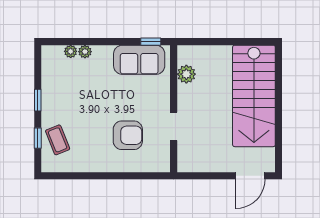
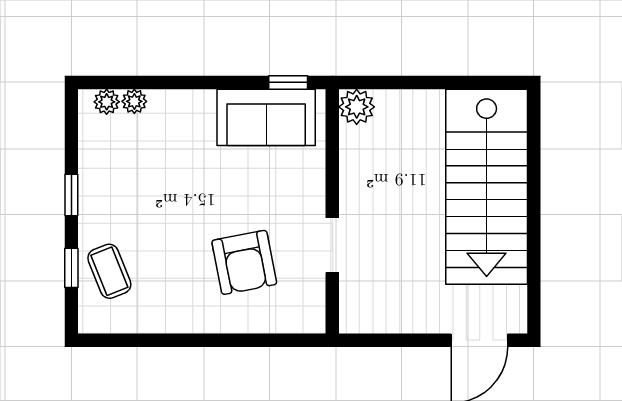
plant: (85, 52) -> (107, 102), moved
plant: (186, 74) -> (357, 107), moved
armchair: (128, 135) -> (244, 262), turned 79

